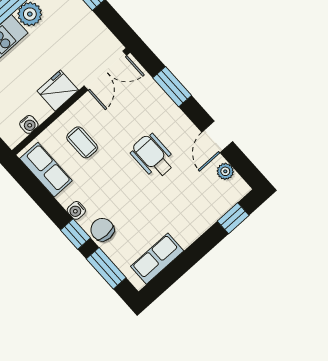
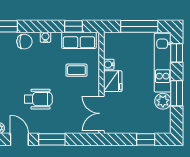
window: (172, 87) -> (52, 139), moved
water cooler: (29, 124) -> (109, 64), moved
window: (75, 234) -> (73, 26), moved

